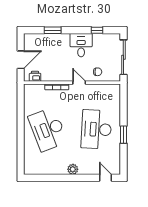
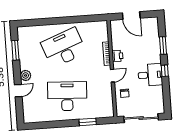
window: (97, 30) -> (165, 71), moved
printer: (35, 76) -> (117, 56), moved
window: (123, 135) -> (88, 122), moved
window: (47, 178) -> (15, 50), added
door: (106, 178) -> (18, 91), moved

